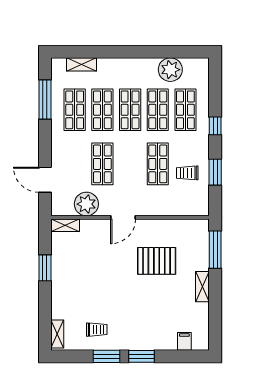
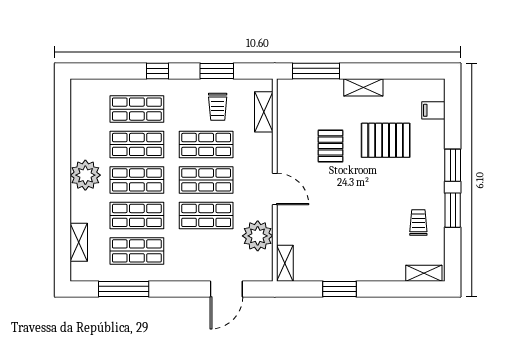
plant: (170, 70) -> (85, 175), moved
shop shelf: (130, 164) -> (206, 180), added
shelving: (183, 209) -> (264, 112), added
pallet: (157, 261) -> (330, 146), width x0.67, depth x0.71
pallet: (161, 304) -> (386, 140), added

